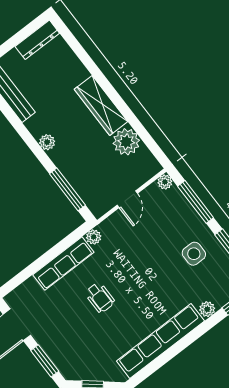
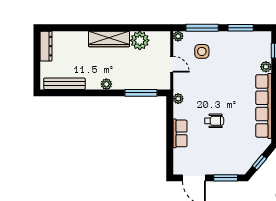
side table: (194, 254) -> (202, 51), moved
row of seats: (63, 264) -> (180, 133), width x0.68

